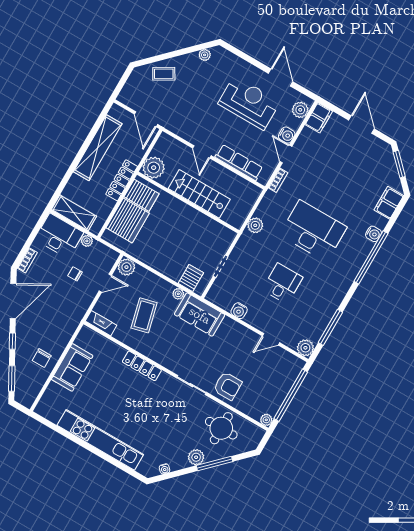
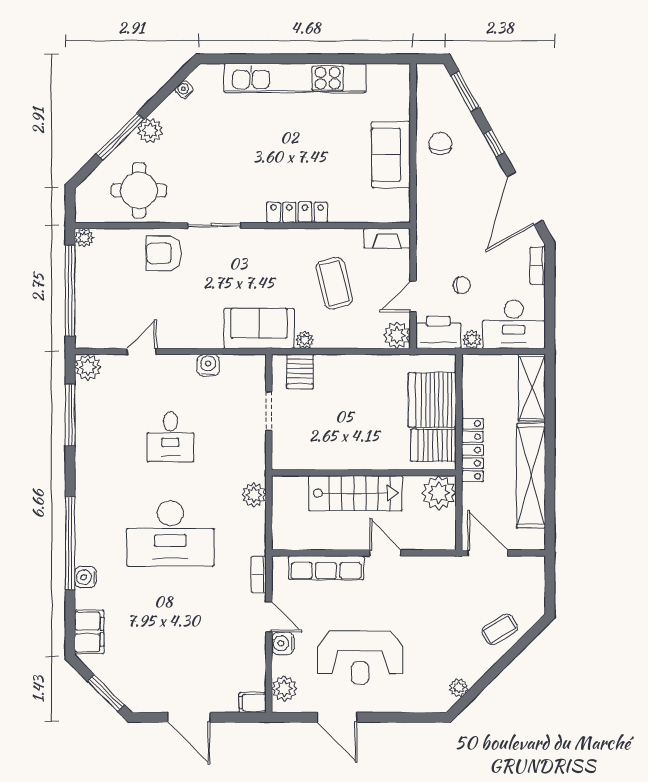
filing cabinet: (319, 118) -> (253, 703), width x0.50
shelving: (74, 213) -> (532, 388), moved, turned 90
printer: (103, 255) -> (438, 333), added

